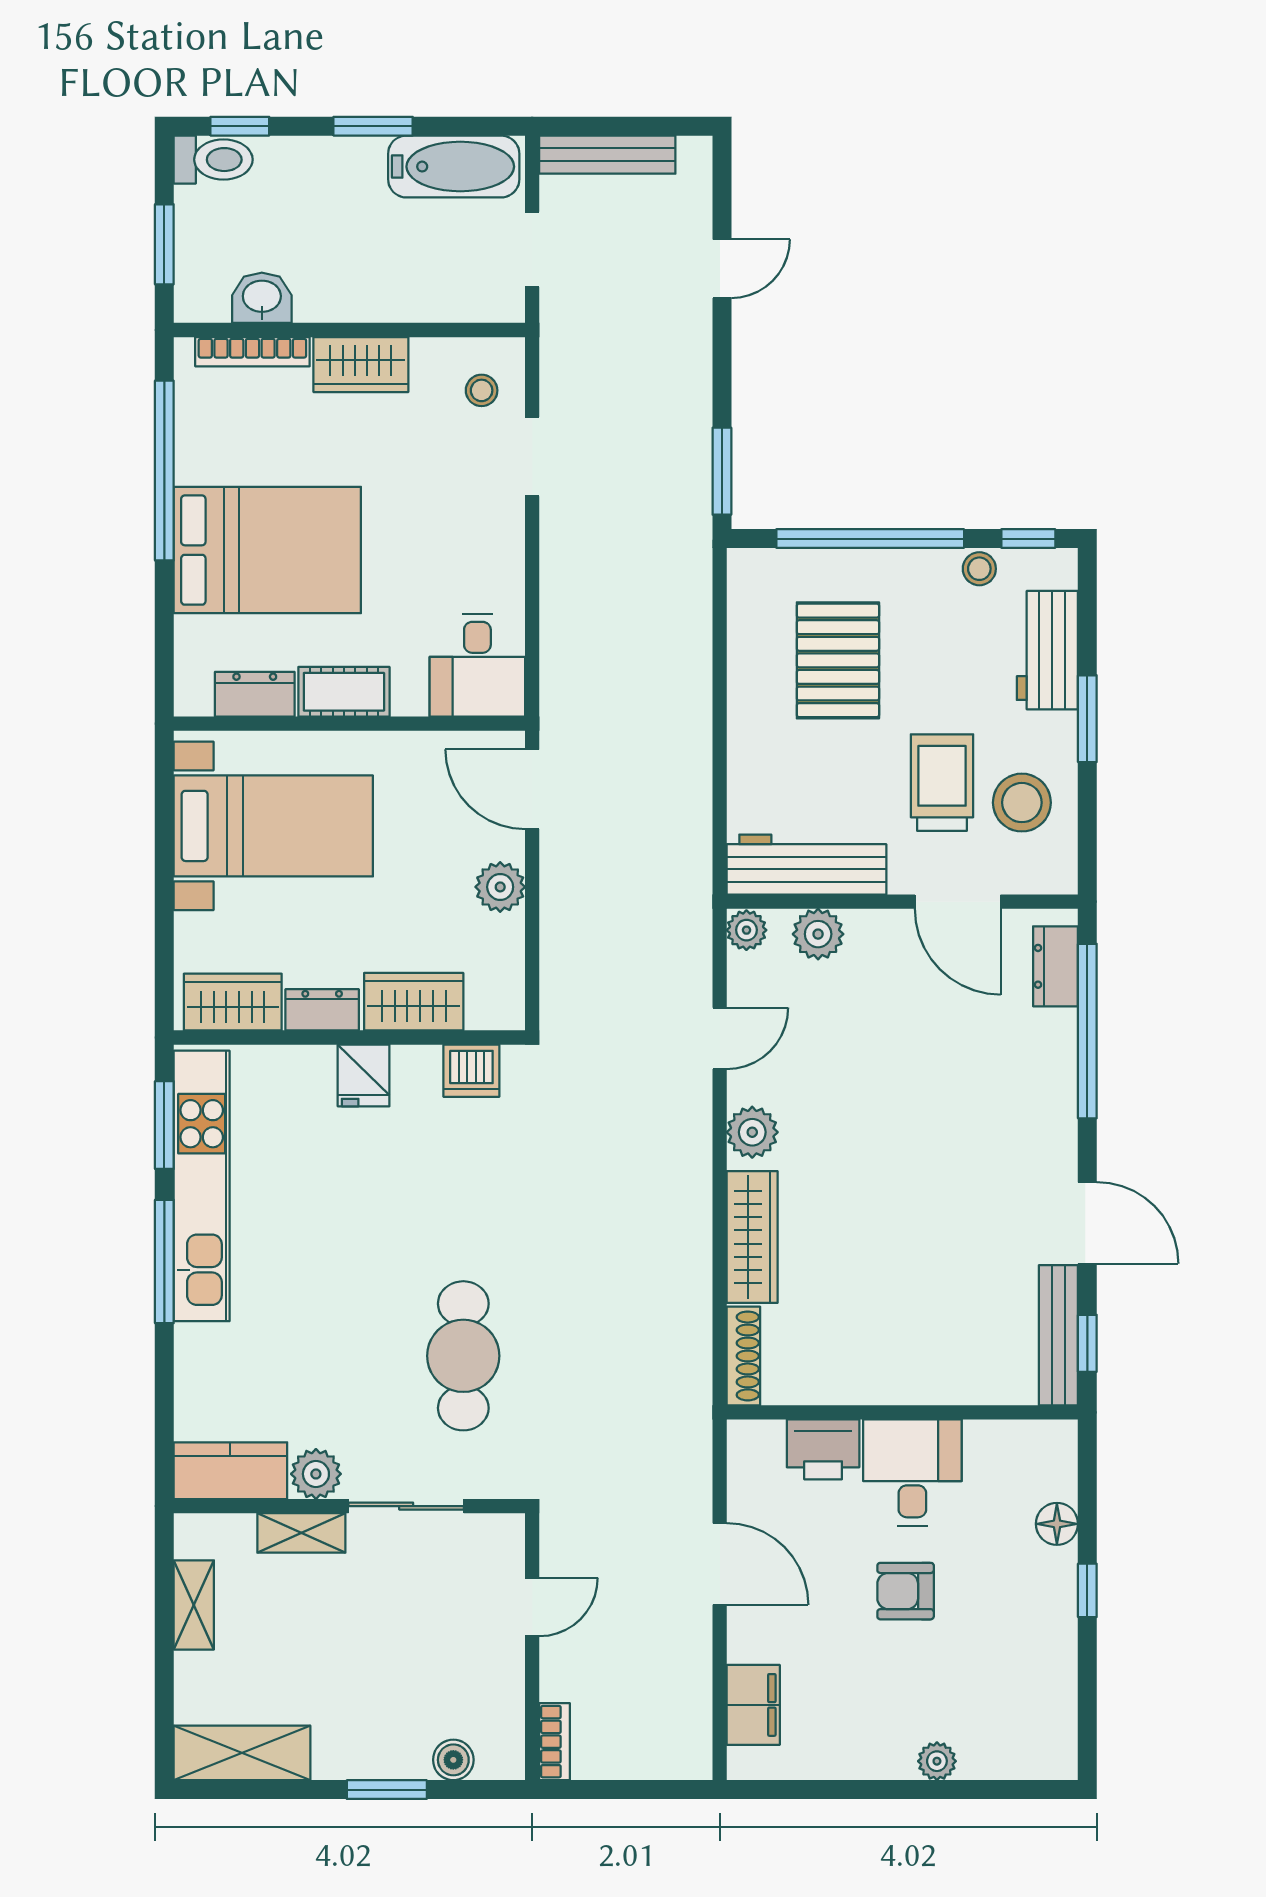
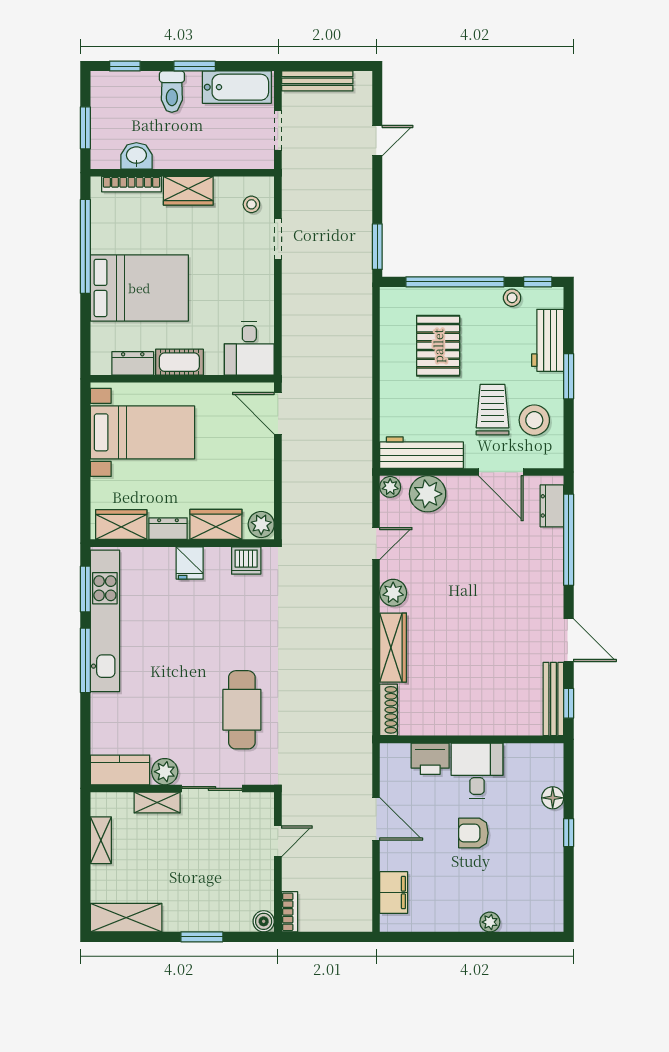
toilet: (213, 160) -> (172, 92), moved, turned 90
plant: (500, 887) -> (261, 524), moved
plant: (818, 934) -> (428, 494), width x1.36, depth x1.36
boiler: (453, 1760) -> (264, 921), moved

